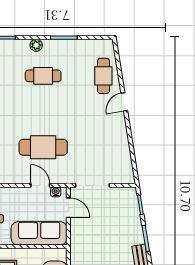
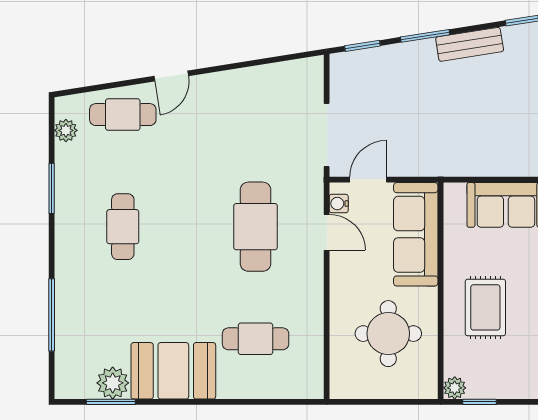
plant: (36, 45) -> (66, 130), moved
door: (124, 102) -> (171, 76), hinge flipped
door: (40, 185) -> (327, 232), swing flipped

